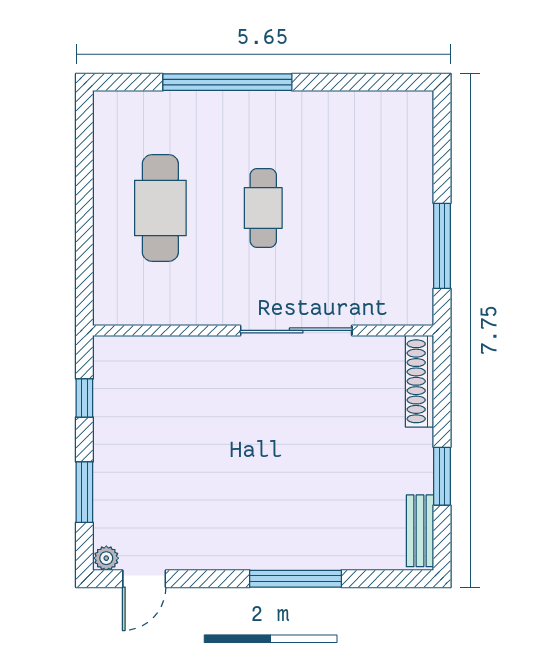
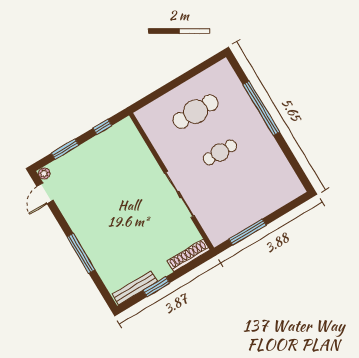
bench: (420, 531) -> (135, 288), width x1.36
door: (144, 579) -> (45, 193), hinge flipped

